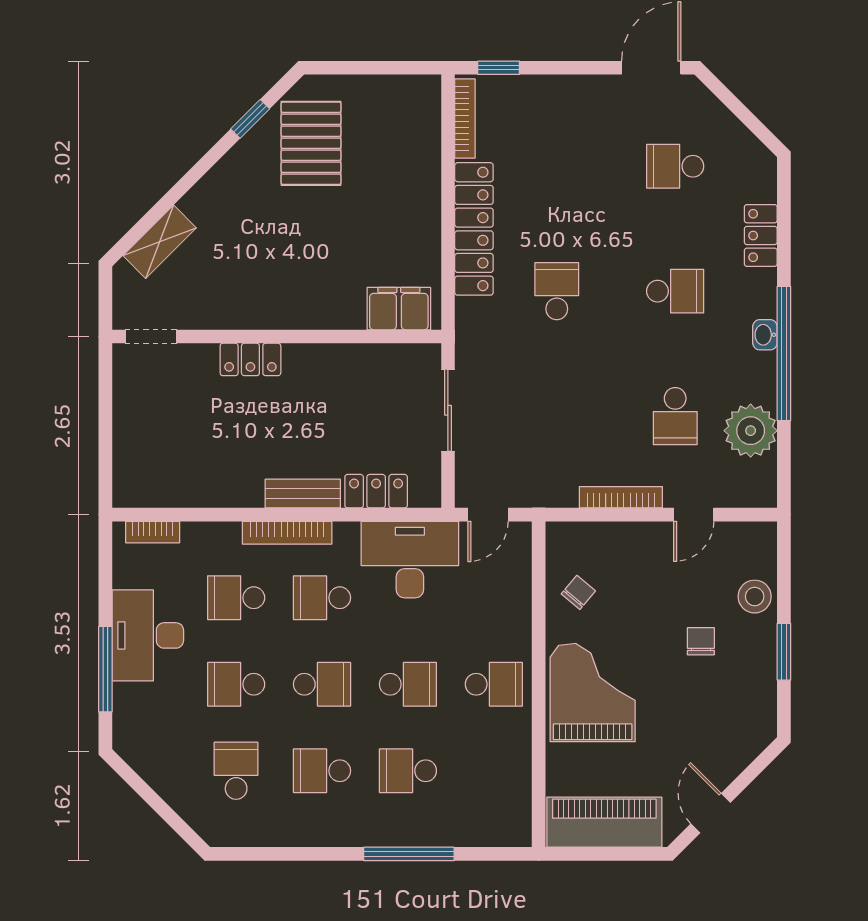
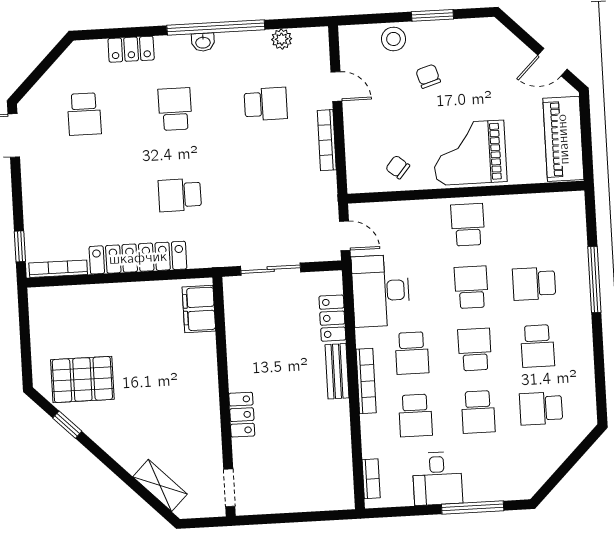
plant: (751, 431) -> (282, 39), width x0.53, depth x0.53
desk: (148, 635) -> (437, 479), width x0.73
chair: (701, 641) -> (428, 76), turned 73
school desk: (408, 771) -> (534, 284), turned 90

